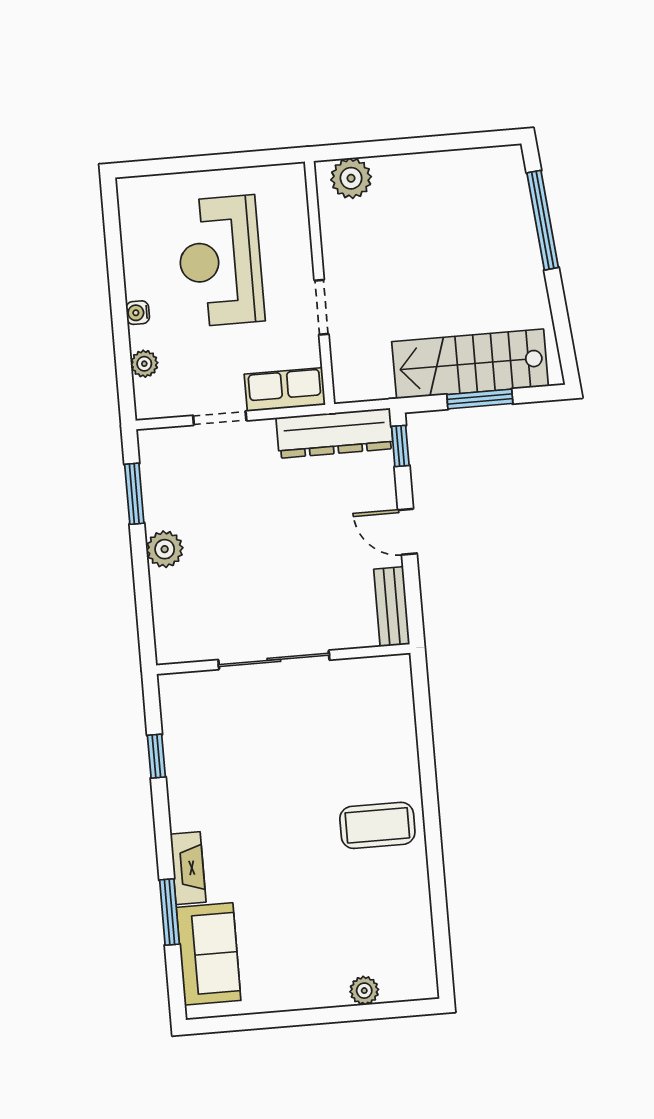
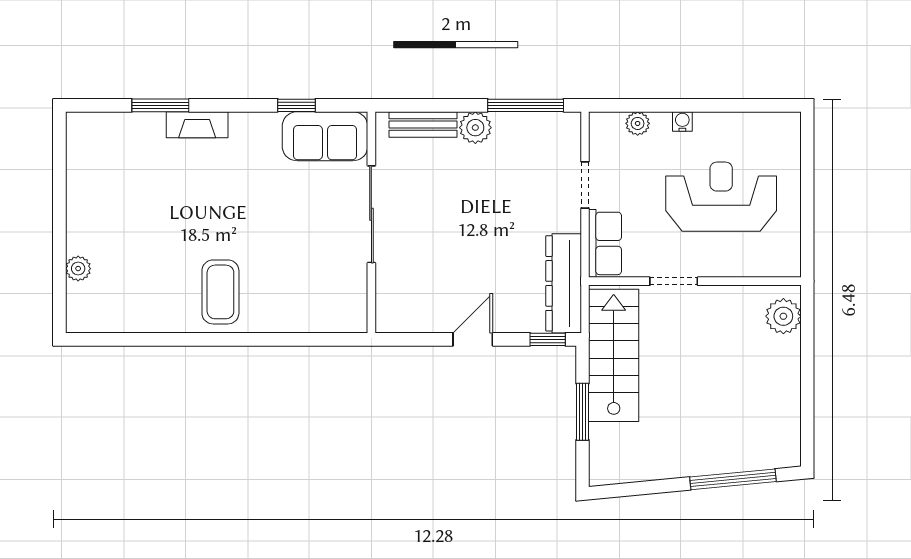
stairs: (470, 364) -> (614, 355), moved
window: (134, 494) -> (526, 105), width x1.44
bench: (392, 607) -> (423, 124), moved
sofa: (209, 954) -> (325, 136), moved

